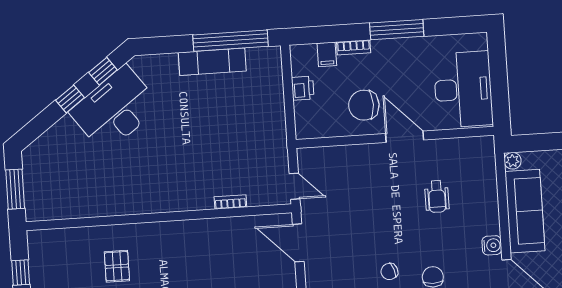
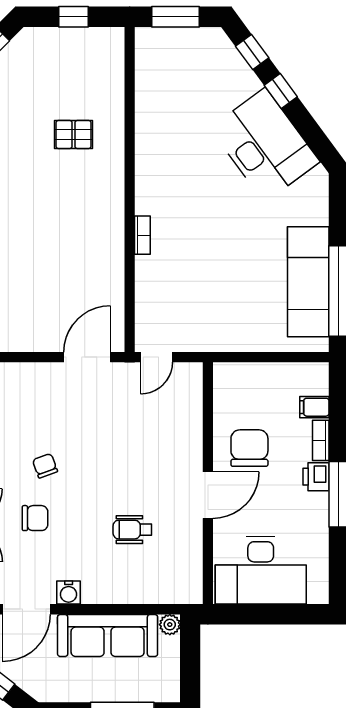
exam couch: (212, 62) -> (308, 282), width x1.36, depth x1.45
window: (103, 71) -> (252, 52), moved
printer: (303, 88) -> (316, 477), moved, turned 90
bookcase: (230, 202) -> (142, 235), moved

